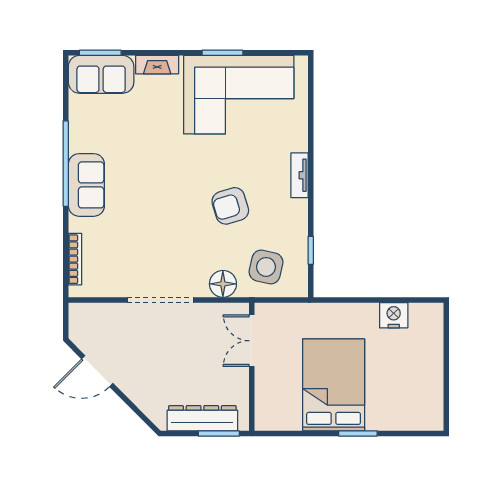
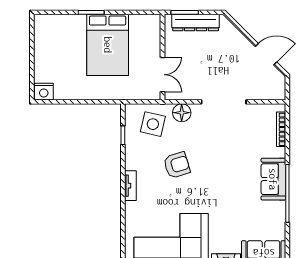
nightstand: (394, 315) -> (44, 92), moved

